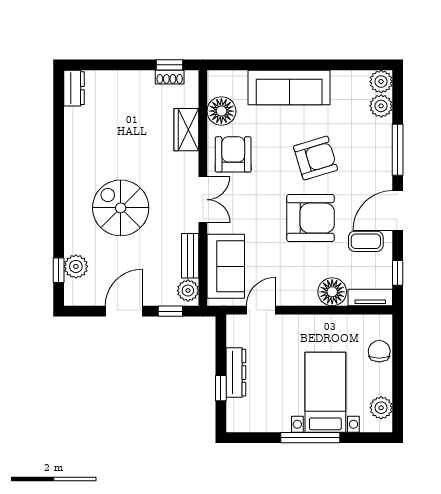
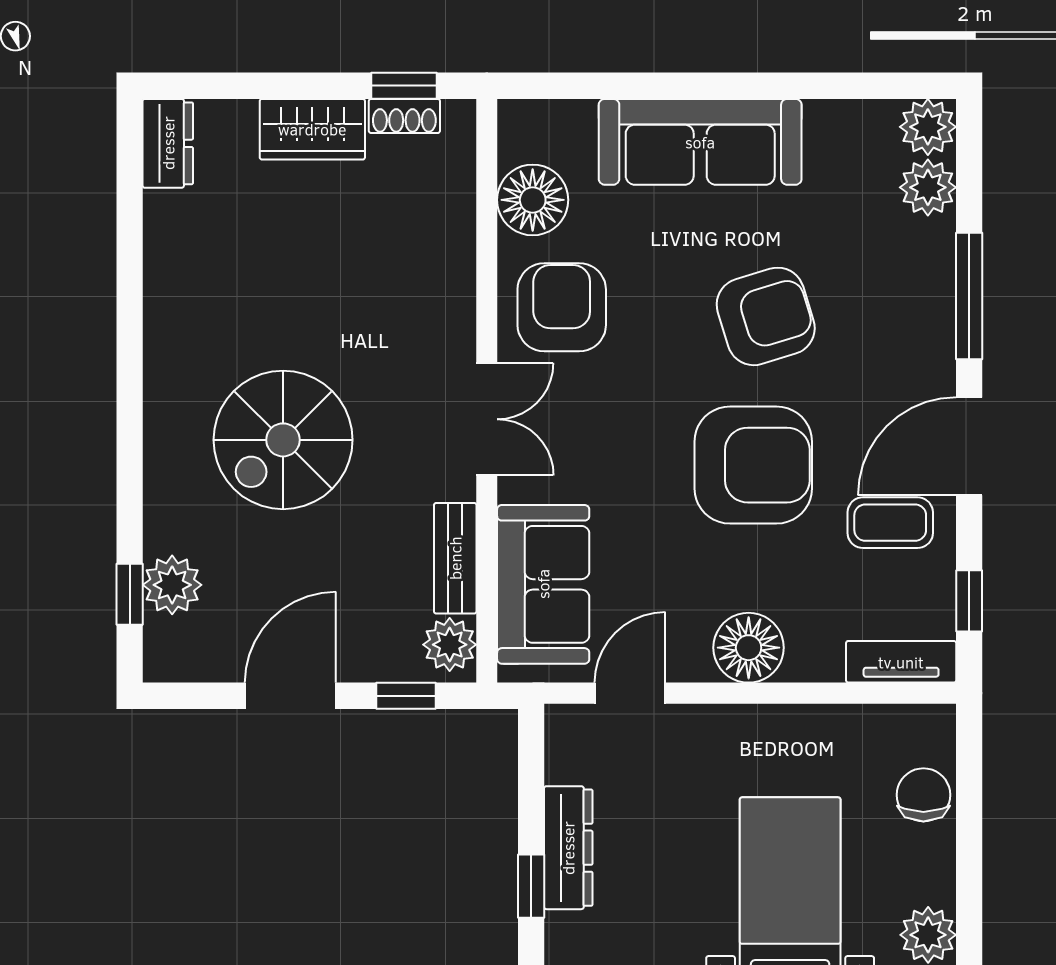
wardrobe: (186, 130) -> (312, 129), moved, turned -90
spiral stairs: (121, 208) -> (283, 440), turned -90
floor lamp: (332, 292) -> (749, 648), moved

